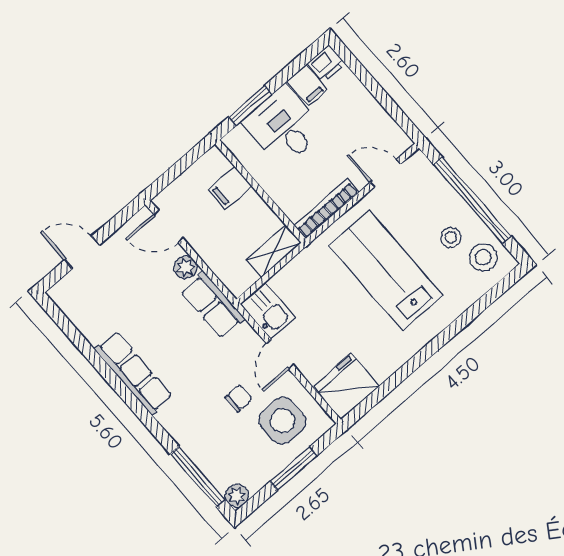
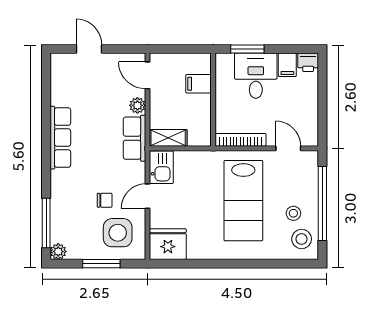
shelving: (274, 251) -> (168, 138), moved
lab bench: (386, 270) -> (243, 201), turned 180

